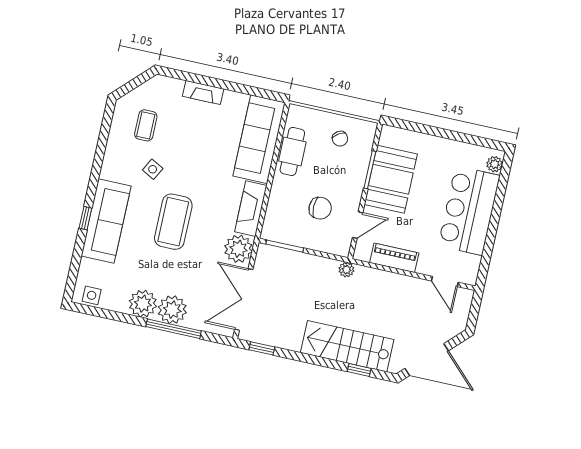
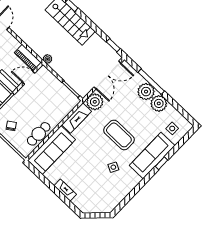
coffee table: (146, 125) -> (104, 191), removed
chair: (320, 208) -> (42, 97), removed
coffee table: (173, 222) -> (119, 135), turned 90
piano: (394, 258) -> (28, 58), moved
side table: (92, 295) -> (172, 128), moved

